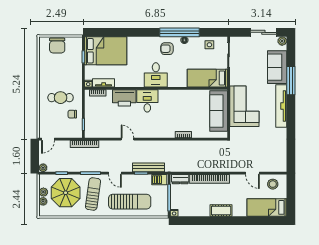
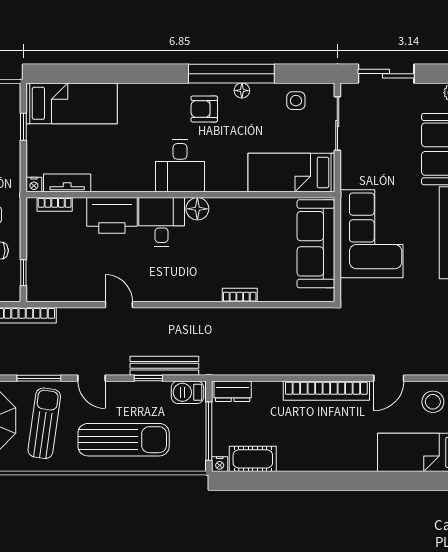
sliding door: (263, 32) -> (386, 74), moved
bed: (106, 51) -> (72, 103), width x0.67
floor lamp: (164, 95) -> (197, 209), added
door: (252, 173) -> (389, 378), hinge flipped
bookcase: (209, 179) -> (326, 391), moved
cot: (221, 210) -> (253, 459), moved

